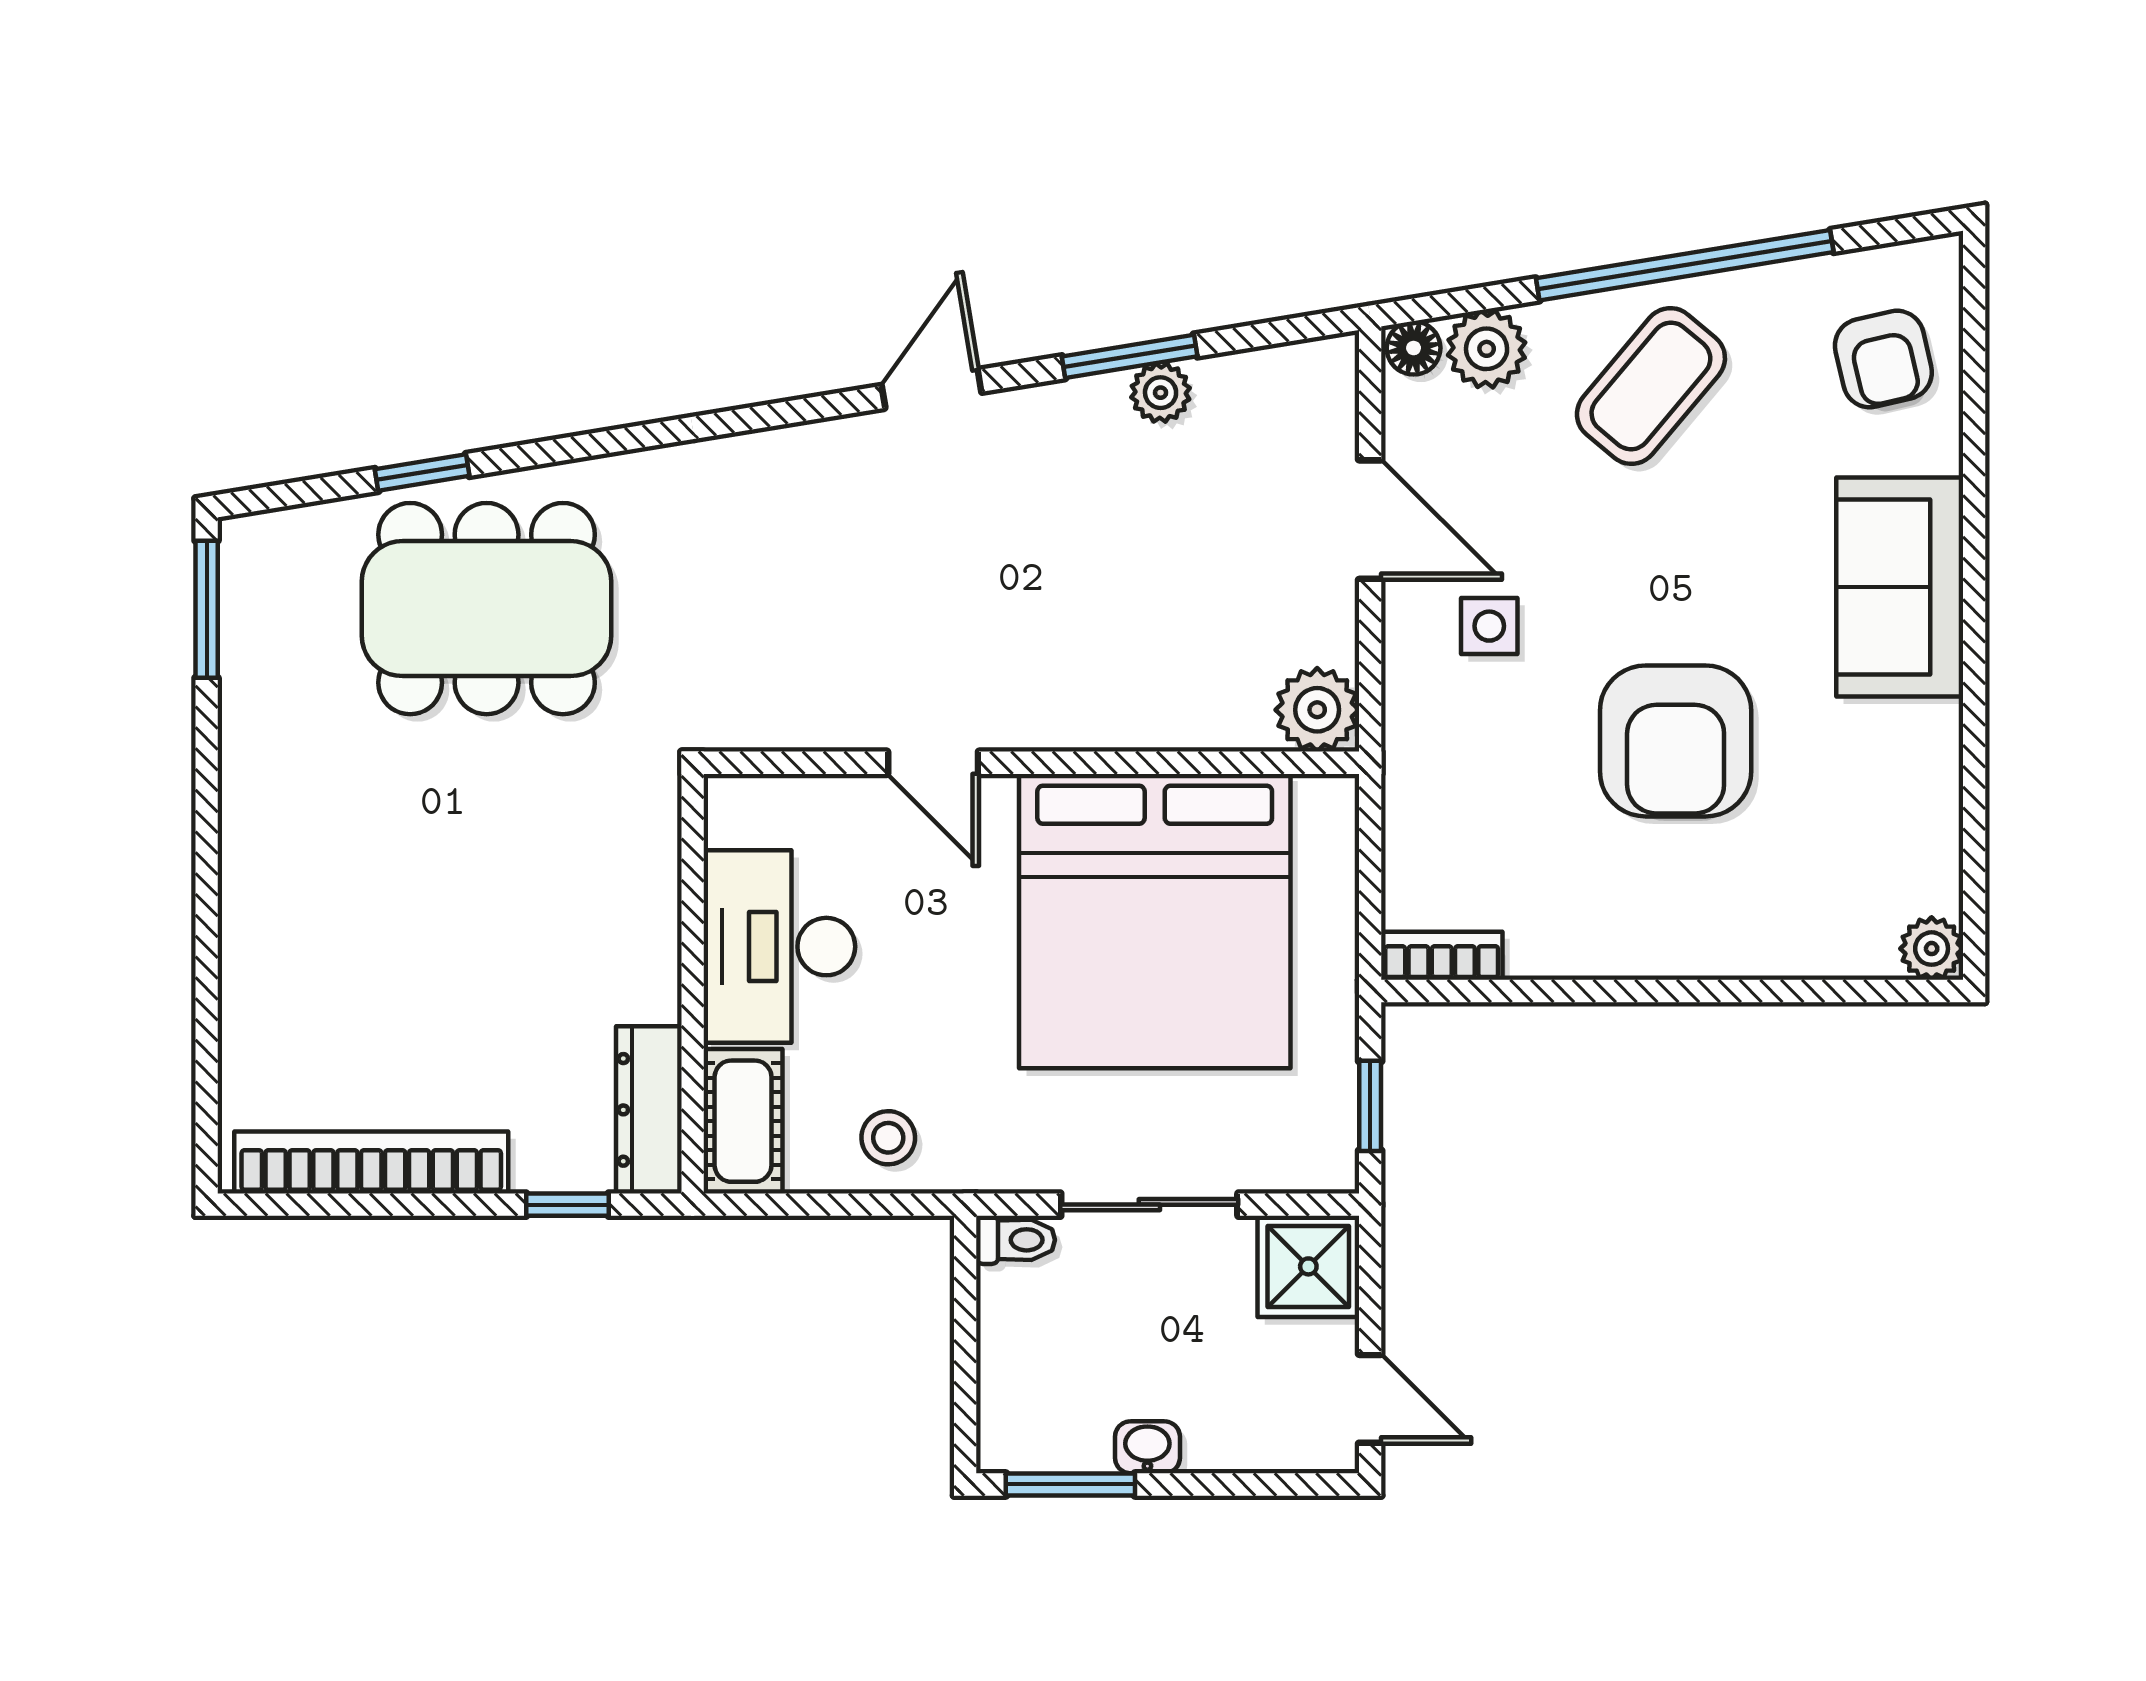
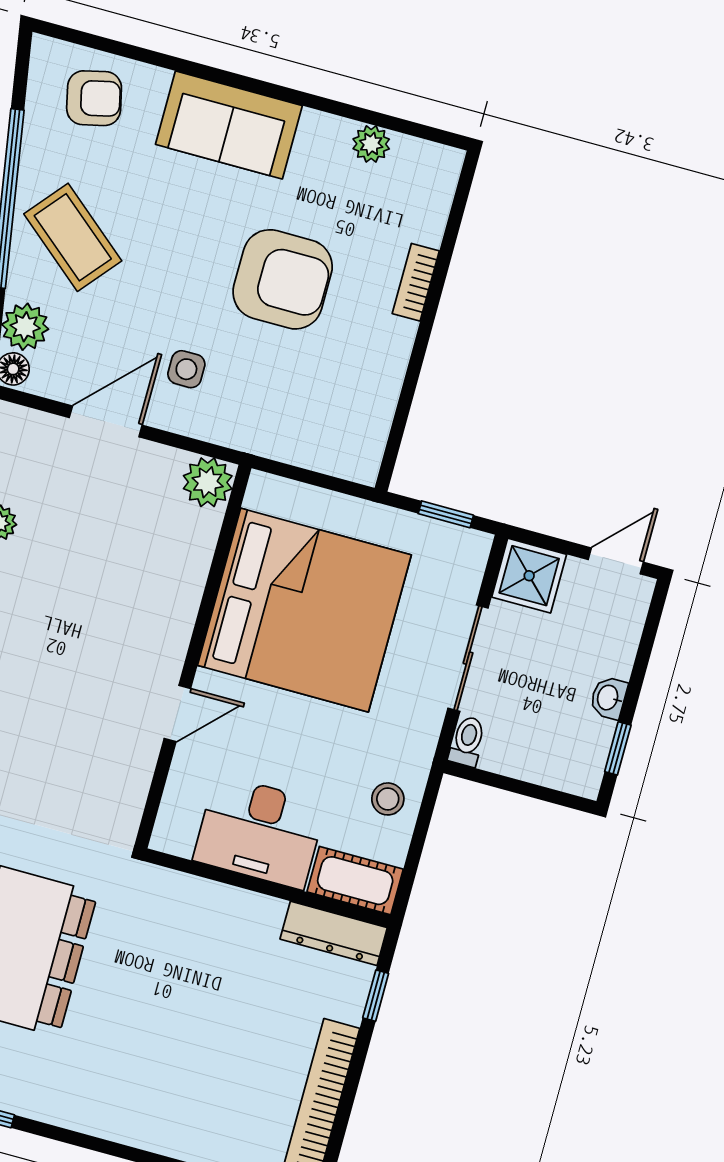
plant: (1932, 949) -> (371, 144), moved
bookcase: (1442, 956) -> (416, 282), moved
window: (1070, 1484) -> (618, 748), width x0.67

